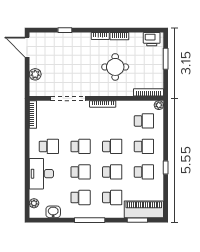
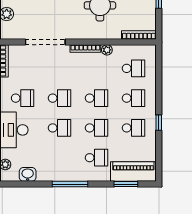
plant: (159, 105) -> (107, 50), moved
school desk: (81, 197) -> (60, 158), removed

